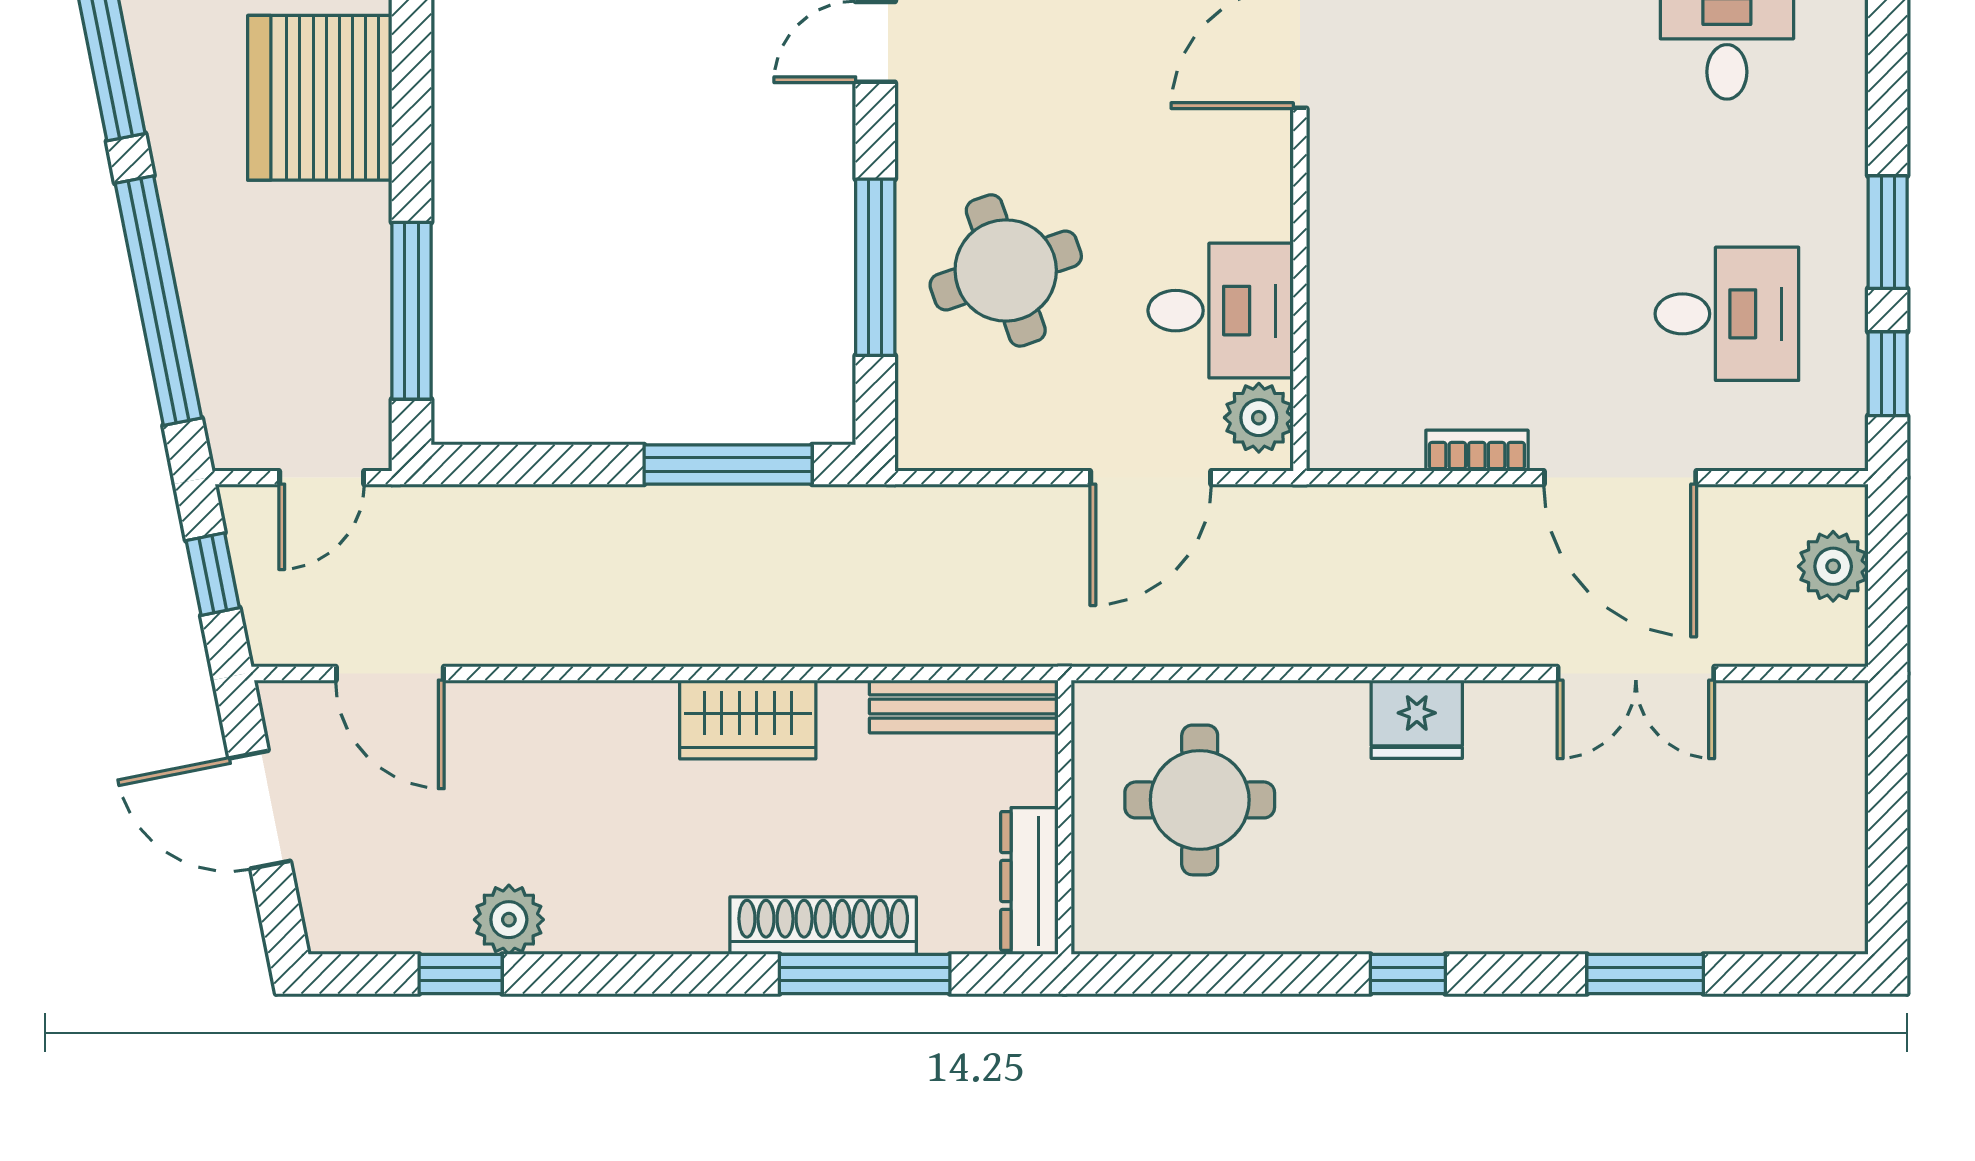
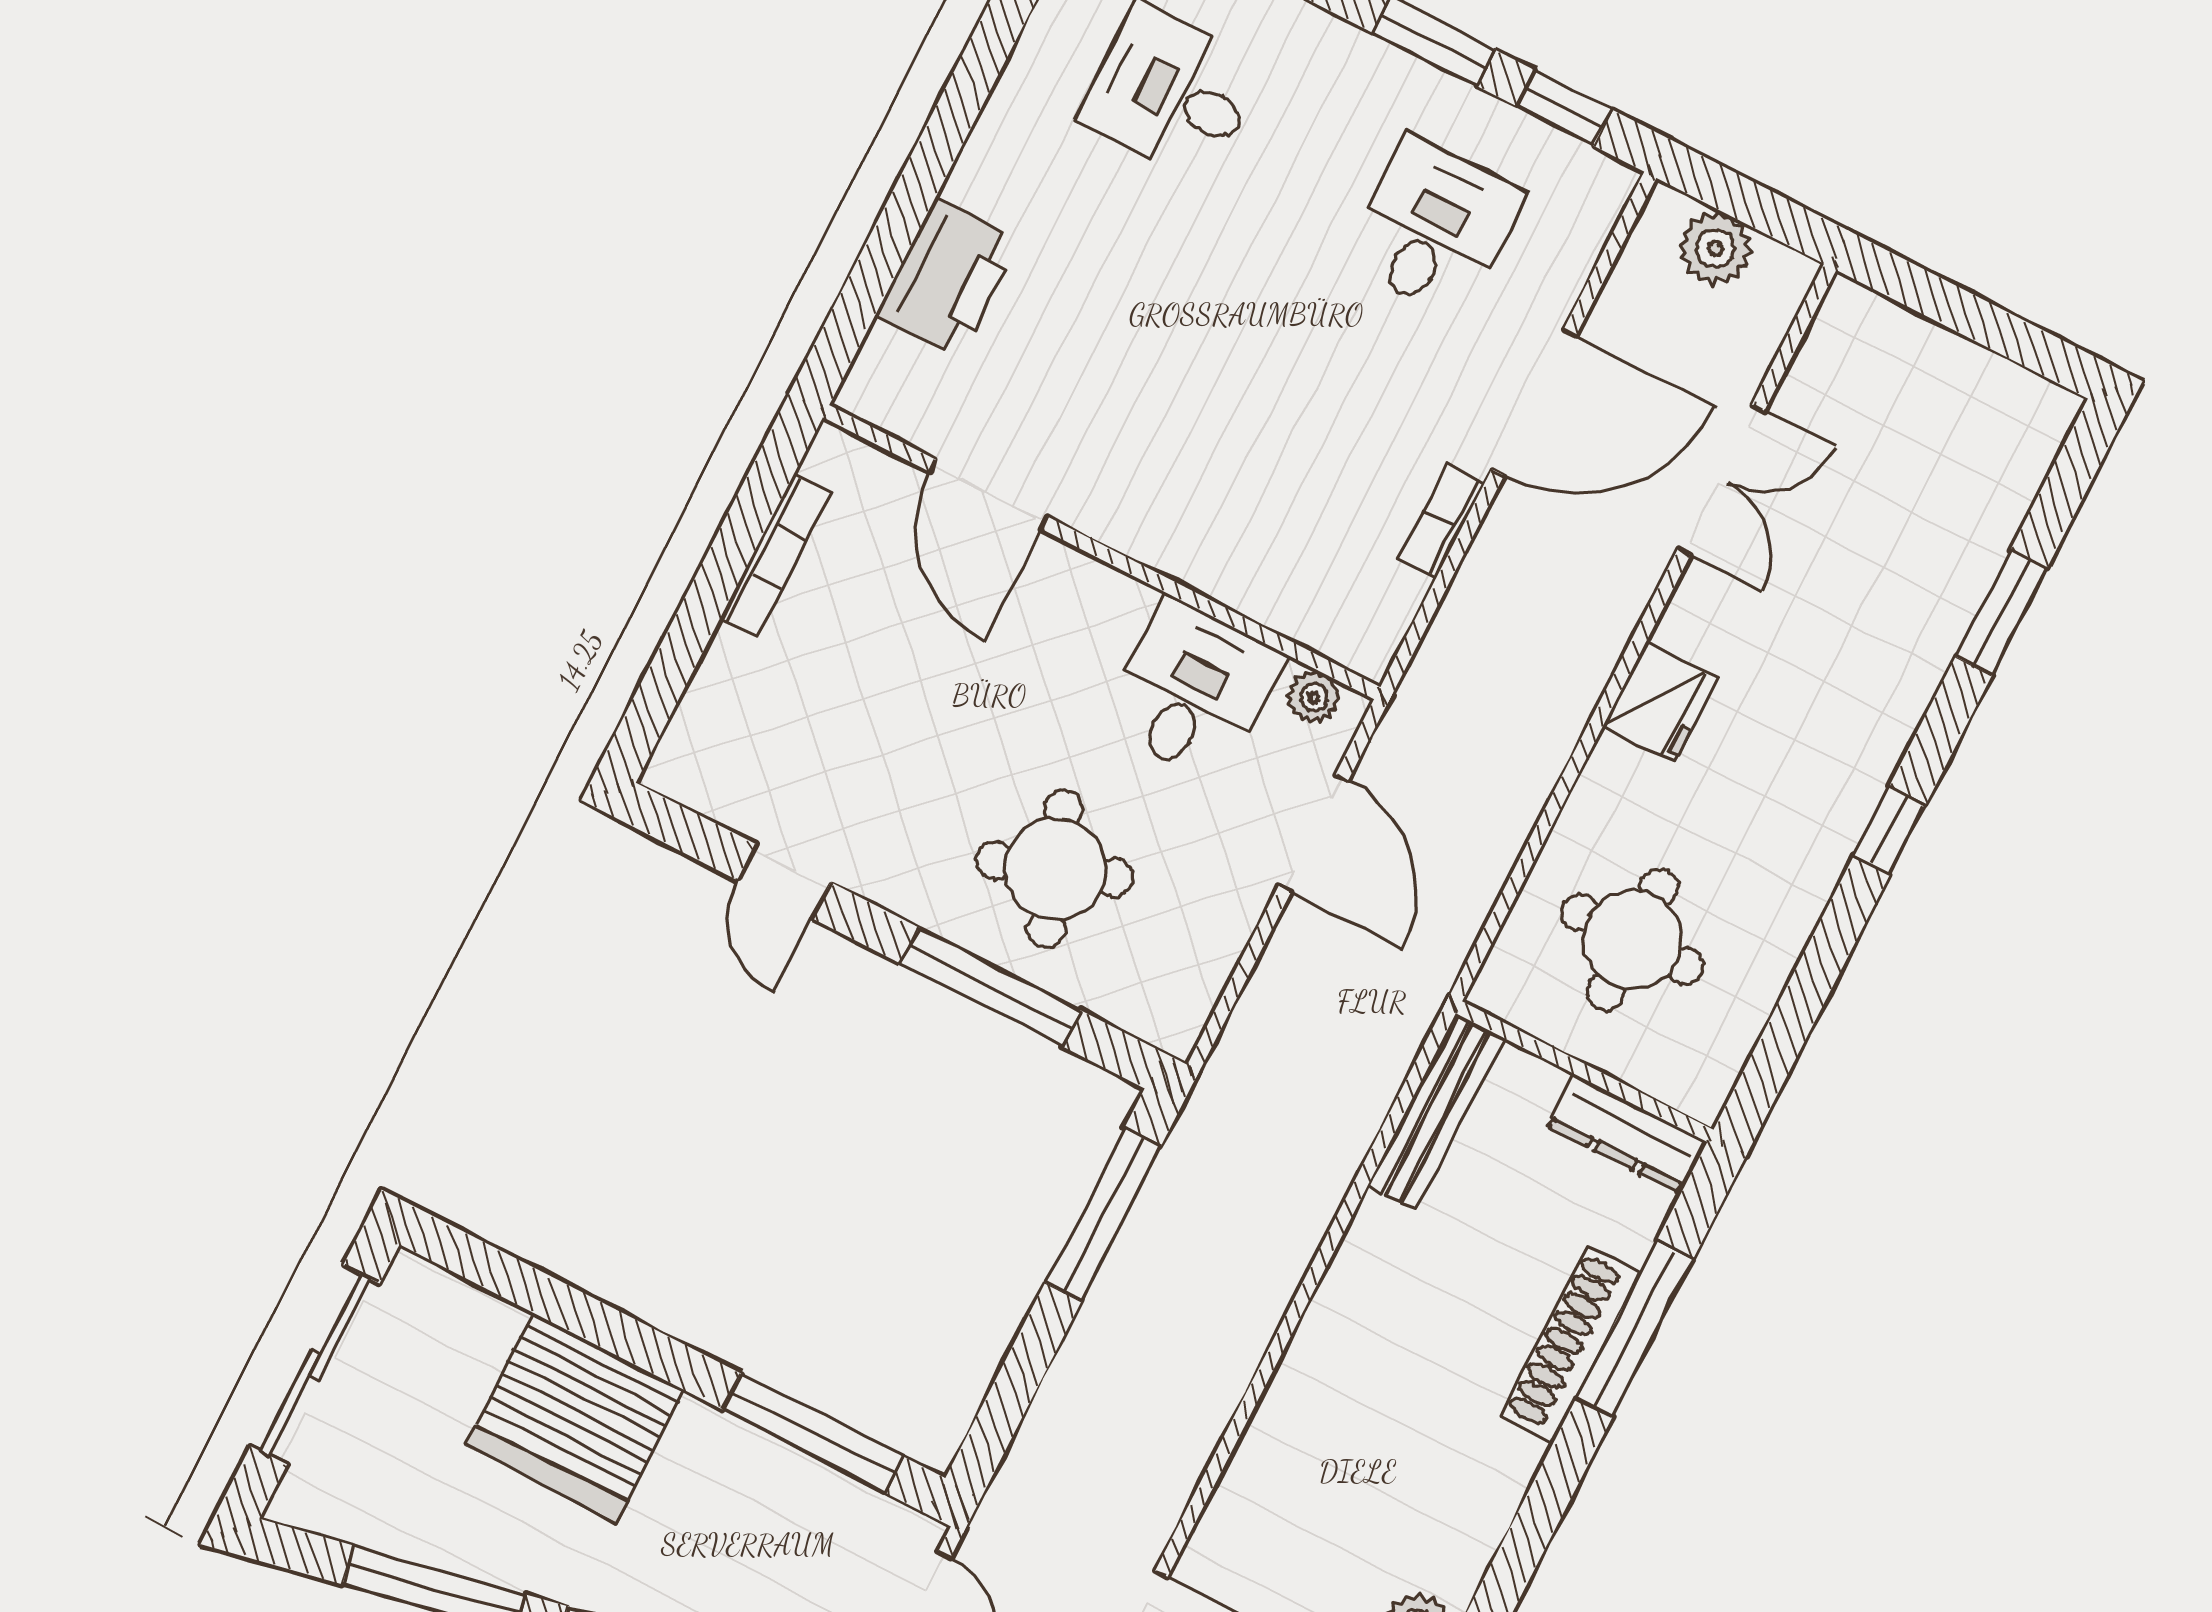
plant: (1259, 418) -> (1314, 697), width x0.73, depth x0.73
wardrobe: (748, 720) -> (1346, 1317), removed

